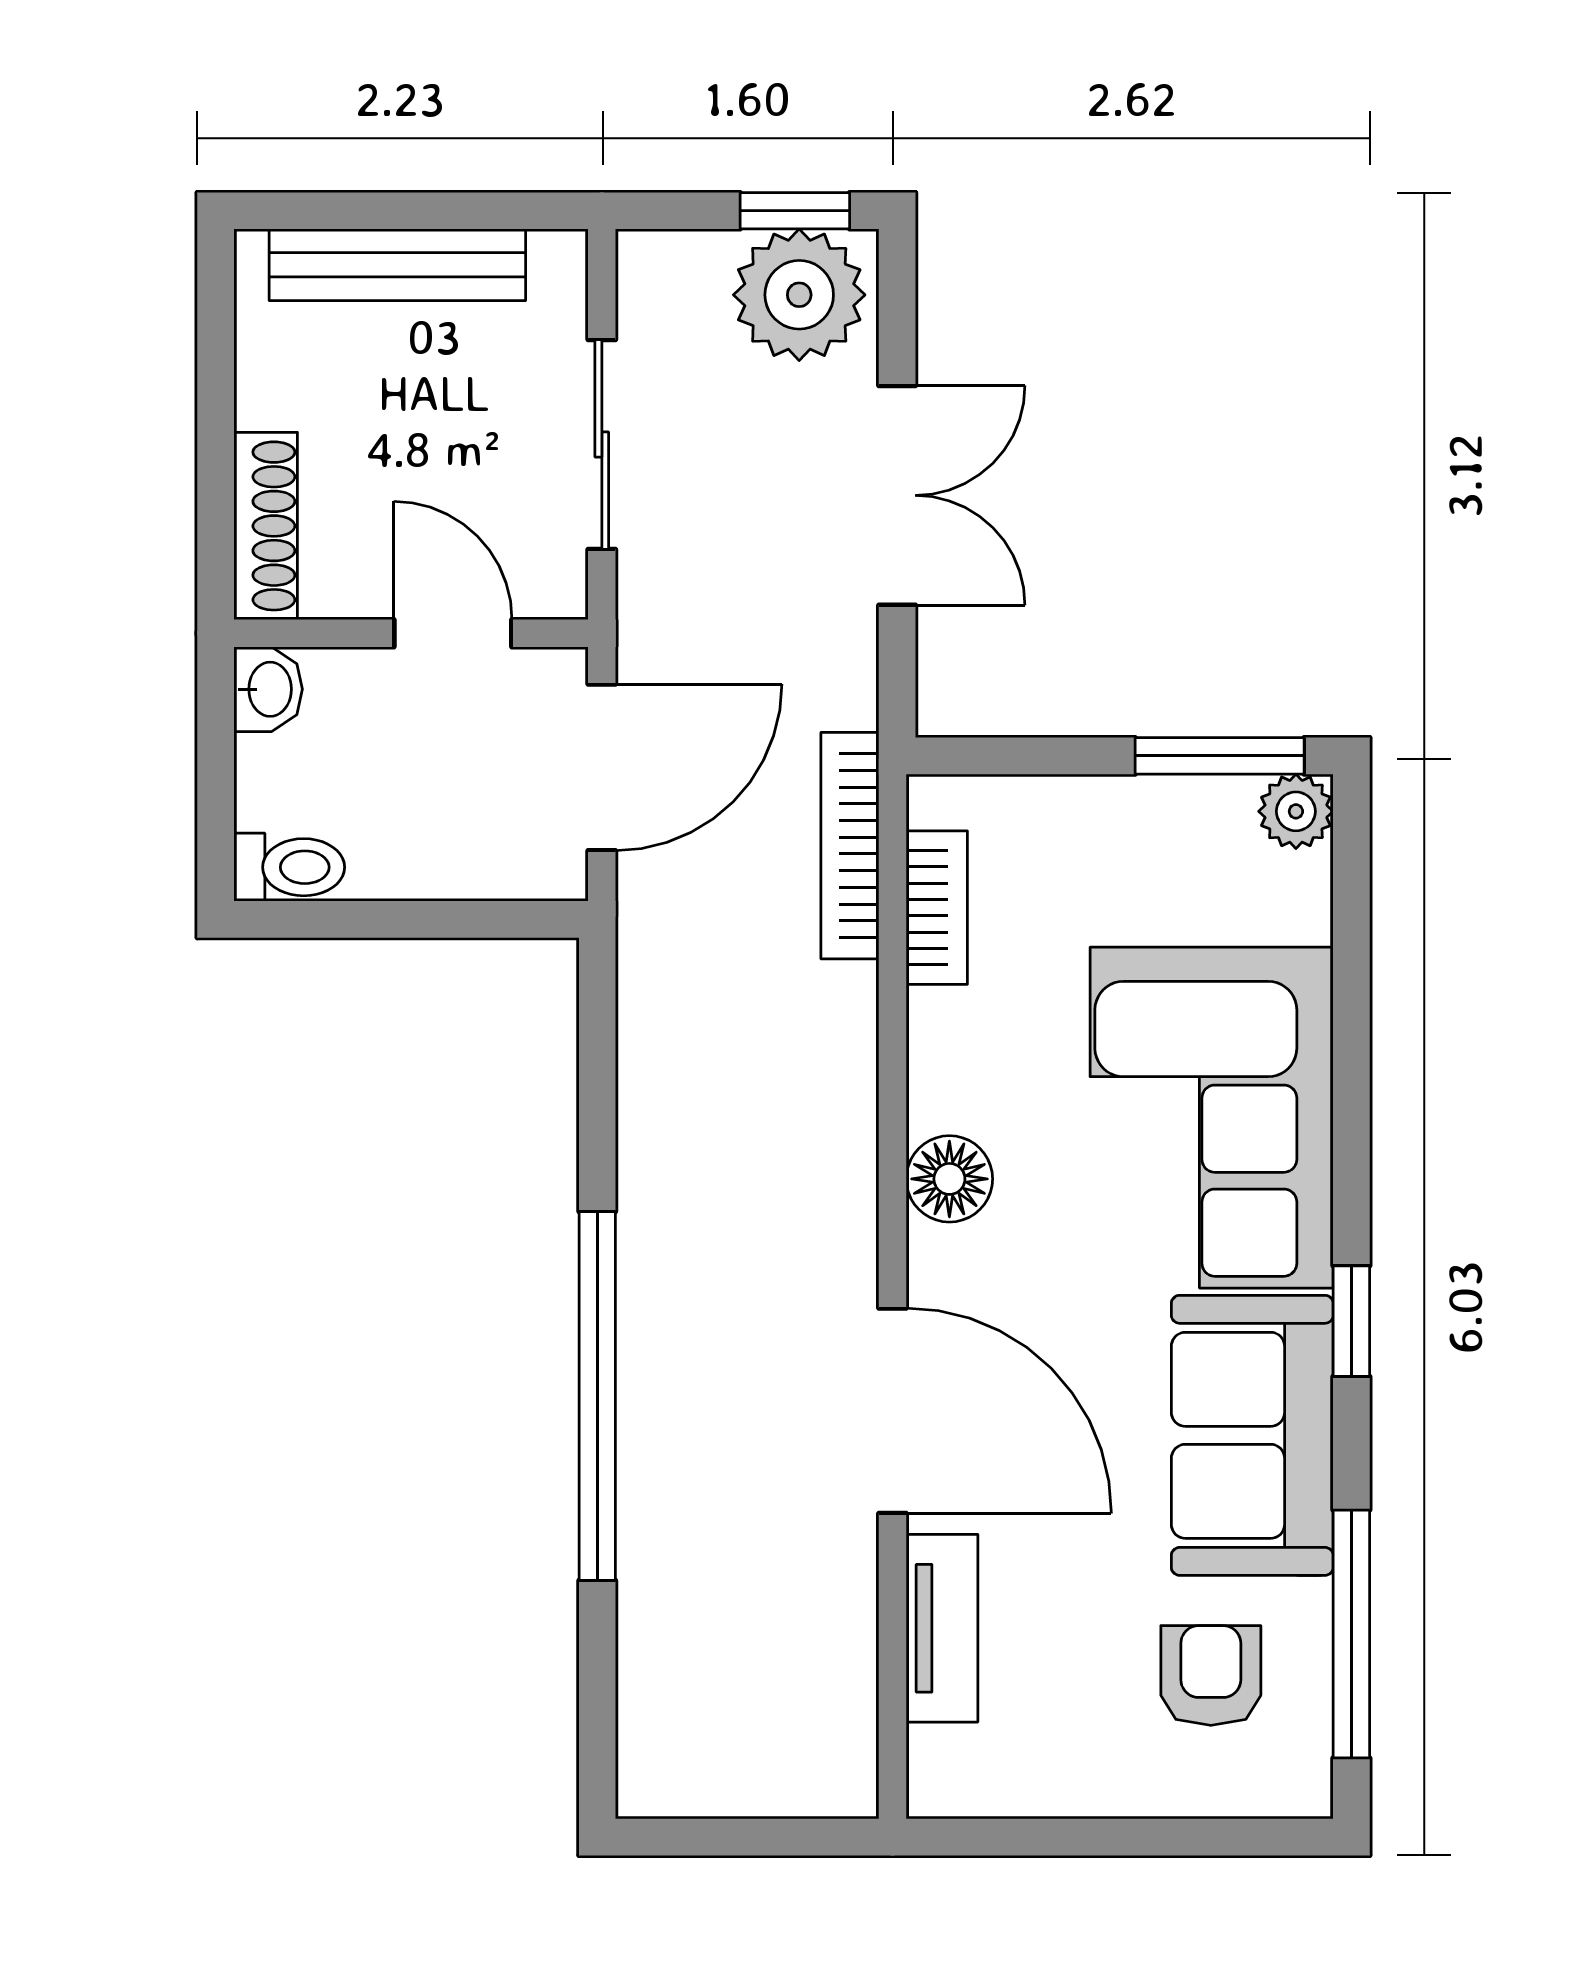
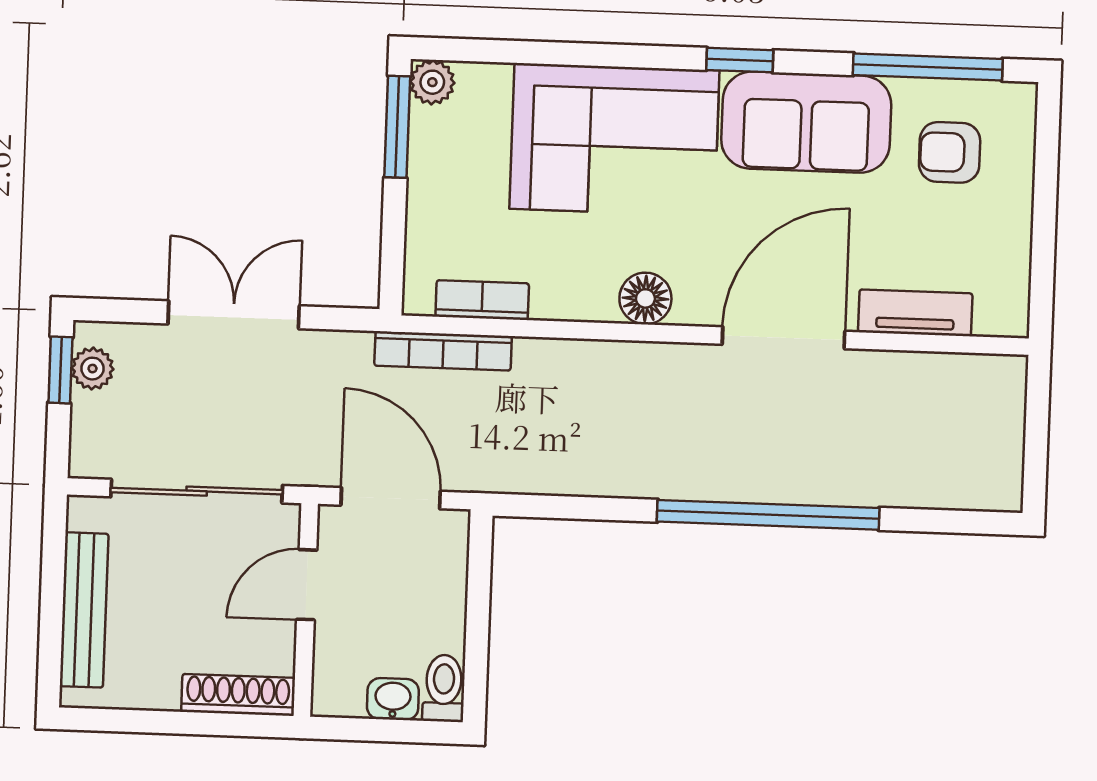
plant: (799, 295) -> (93, 369), width x0.53, depth x0.53
sliding door: (602, 445) -> (197, 491), width x1.37
washbasin: (268, 689) -> (393, 699), moved

